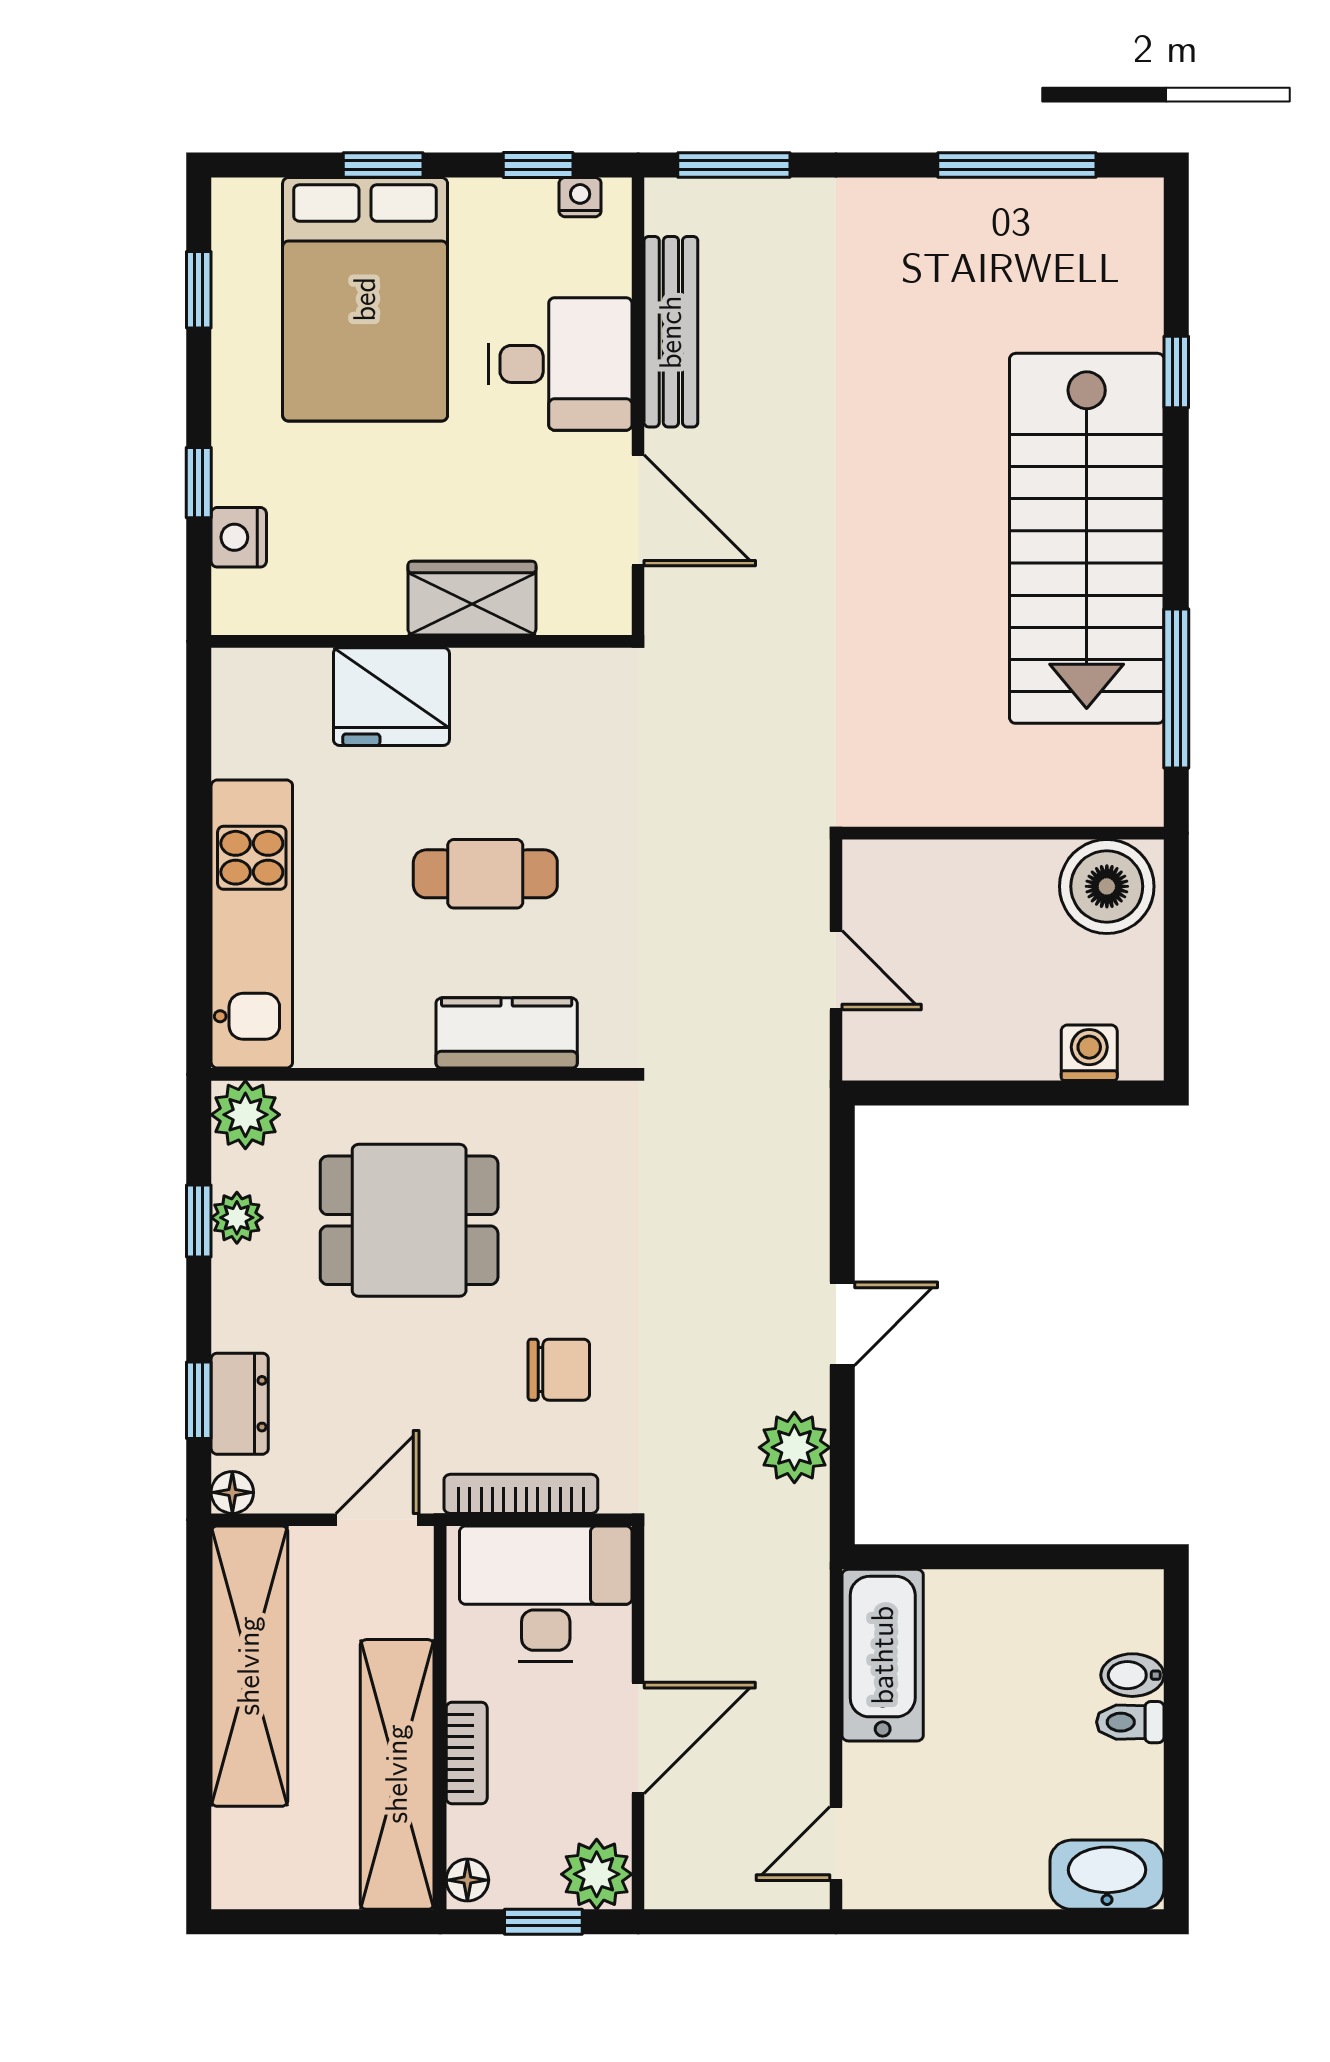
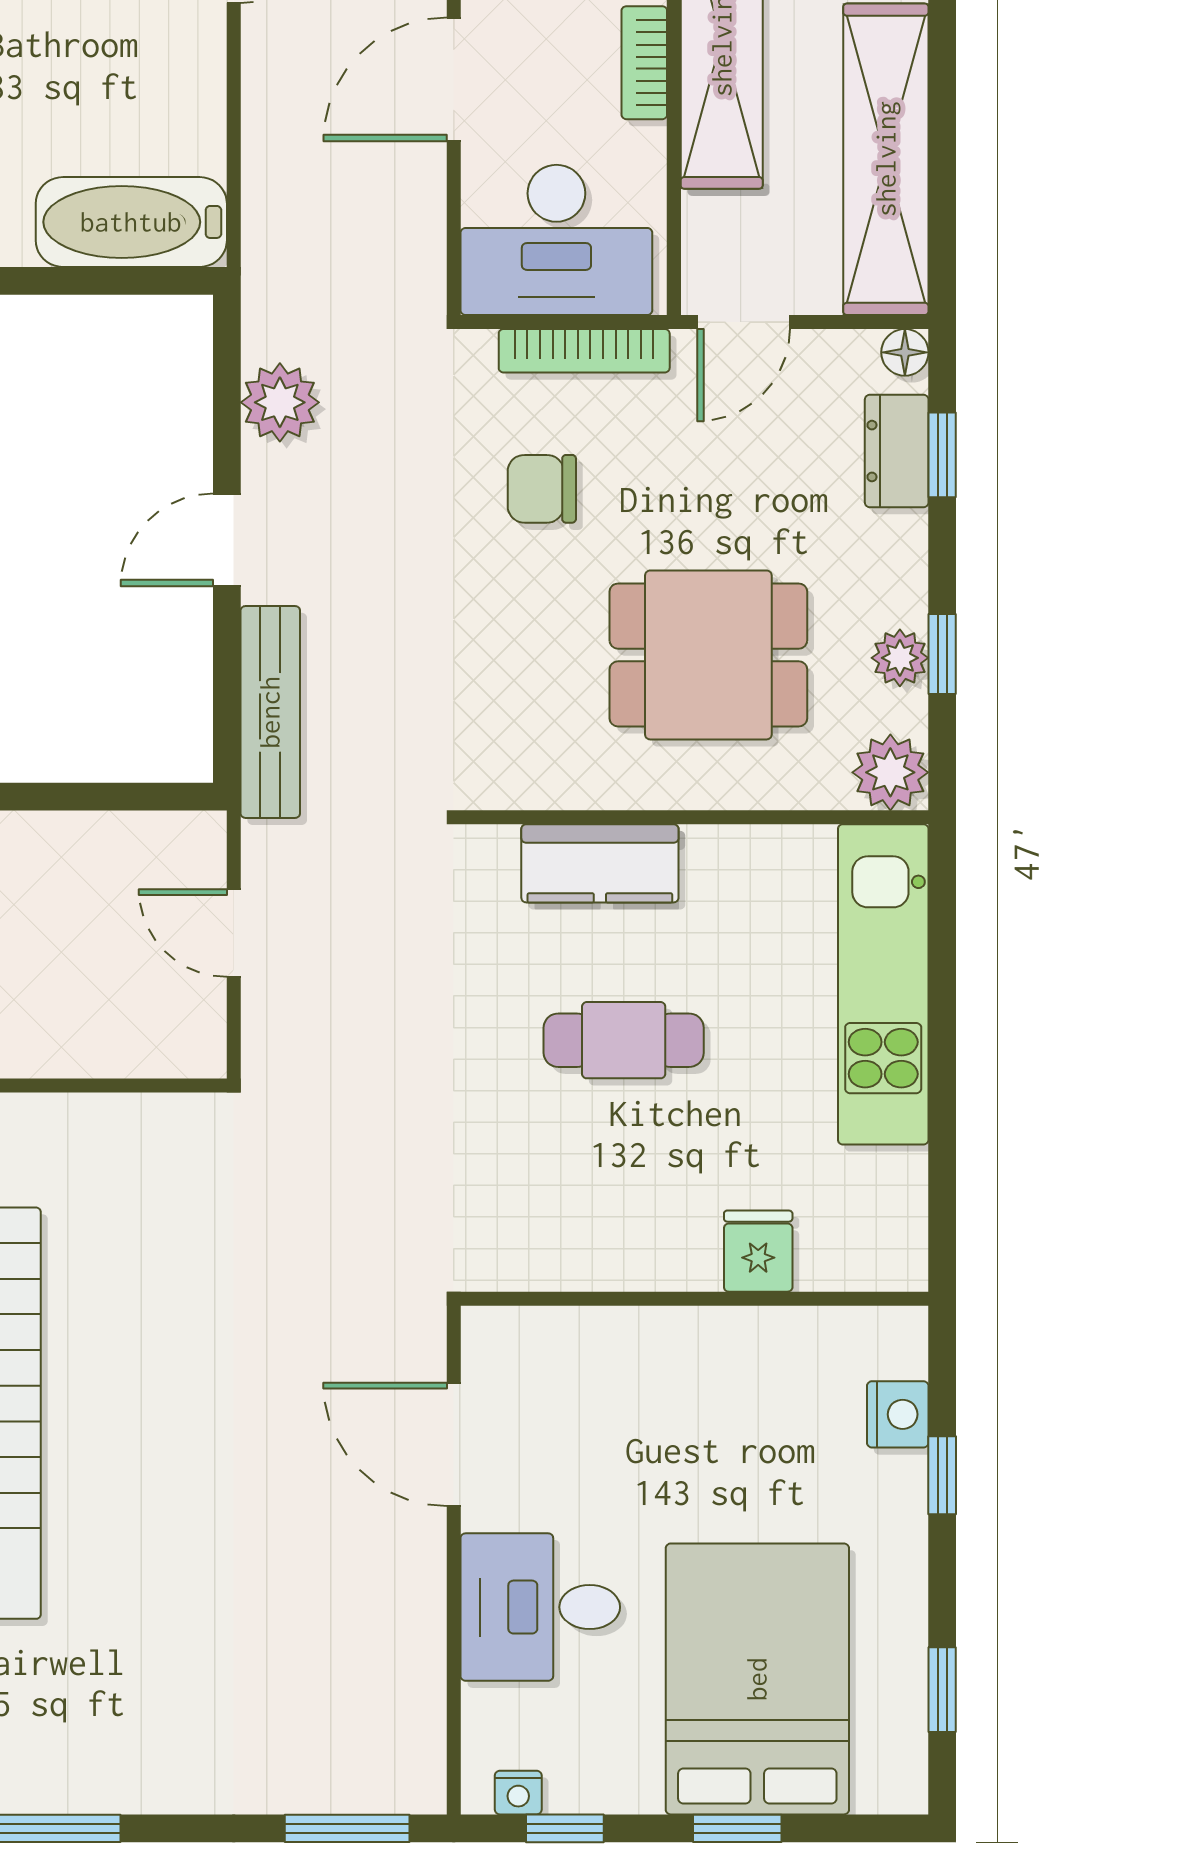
bench: (671, 332) -> (270, 712), moved
wardrobe: (472, 598) -> (638, 1347), removed
fridge: (391, 697) -> (758, 1251), width x0.53, depth x0.75
bathtub: (883, 1655) -> (131, 222), moved, turned 90

